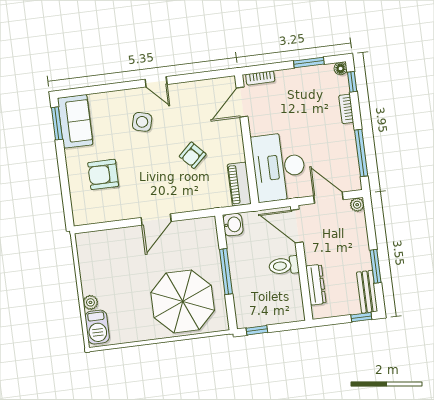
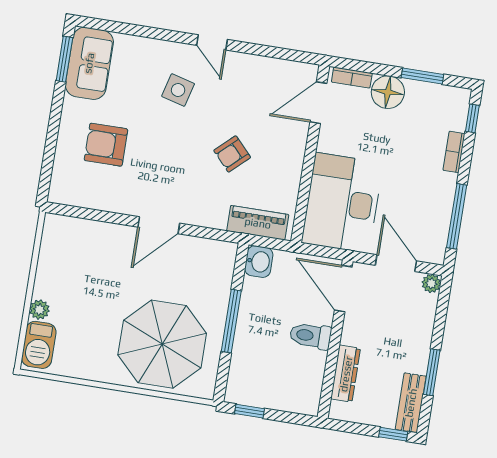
floor lamp: (341, 69) -> (388, 92), moved, width x1.89, depth x1.89
piano: (239, 184) -> (258, 223), moved, turned 90

